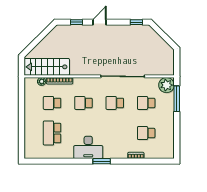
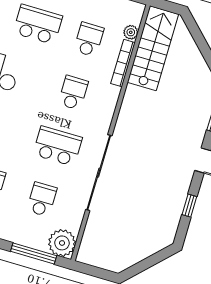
window: (136, 22) -> (189, 206), moved
school desk: (115, 103) -> (58, 146), width x1.85

